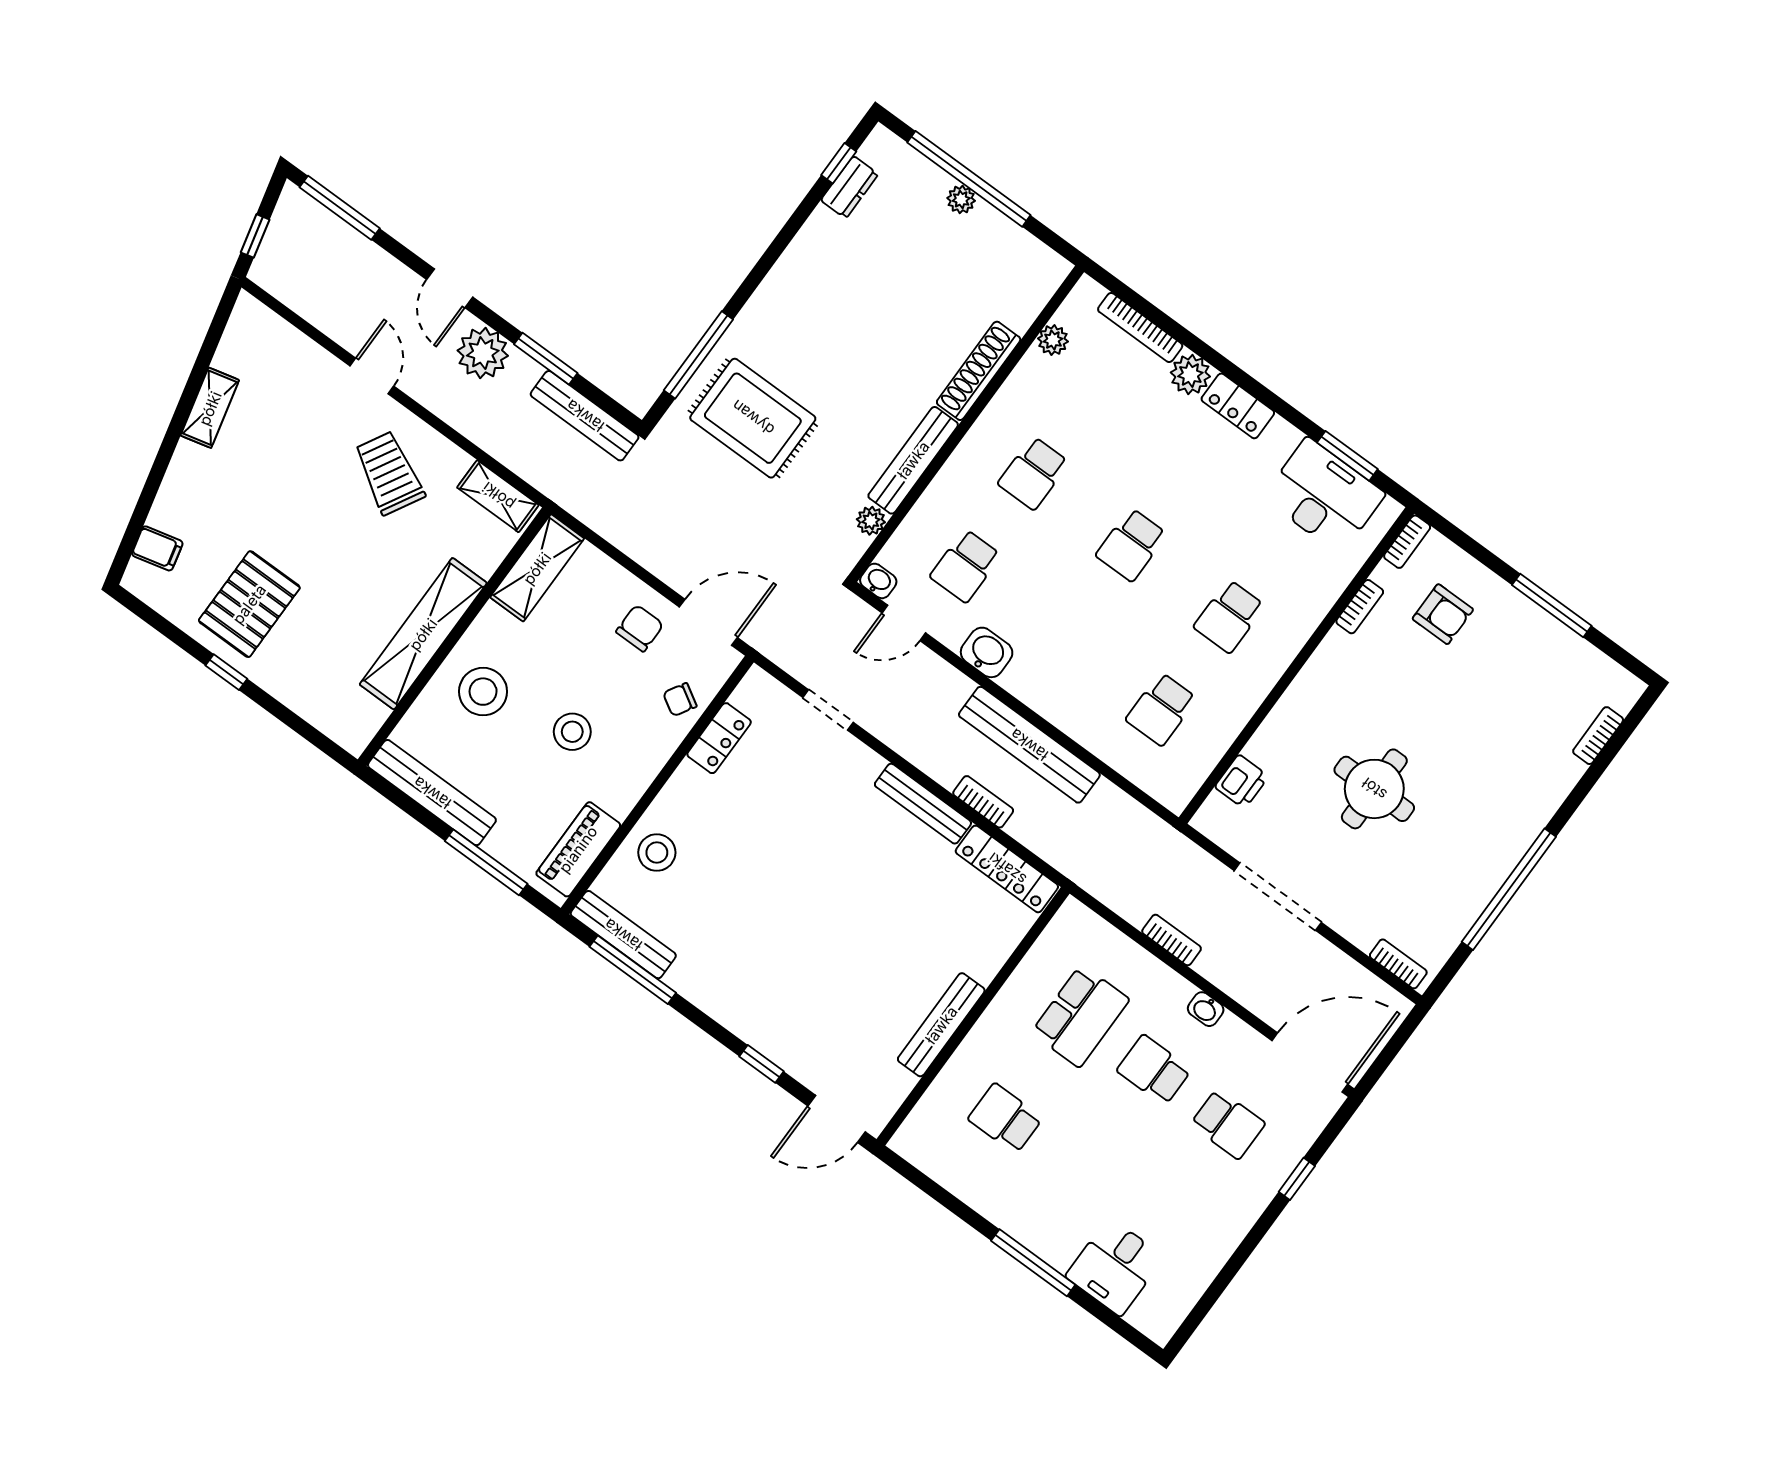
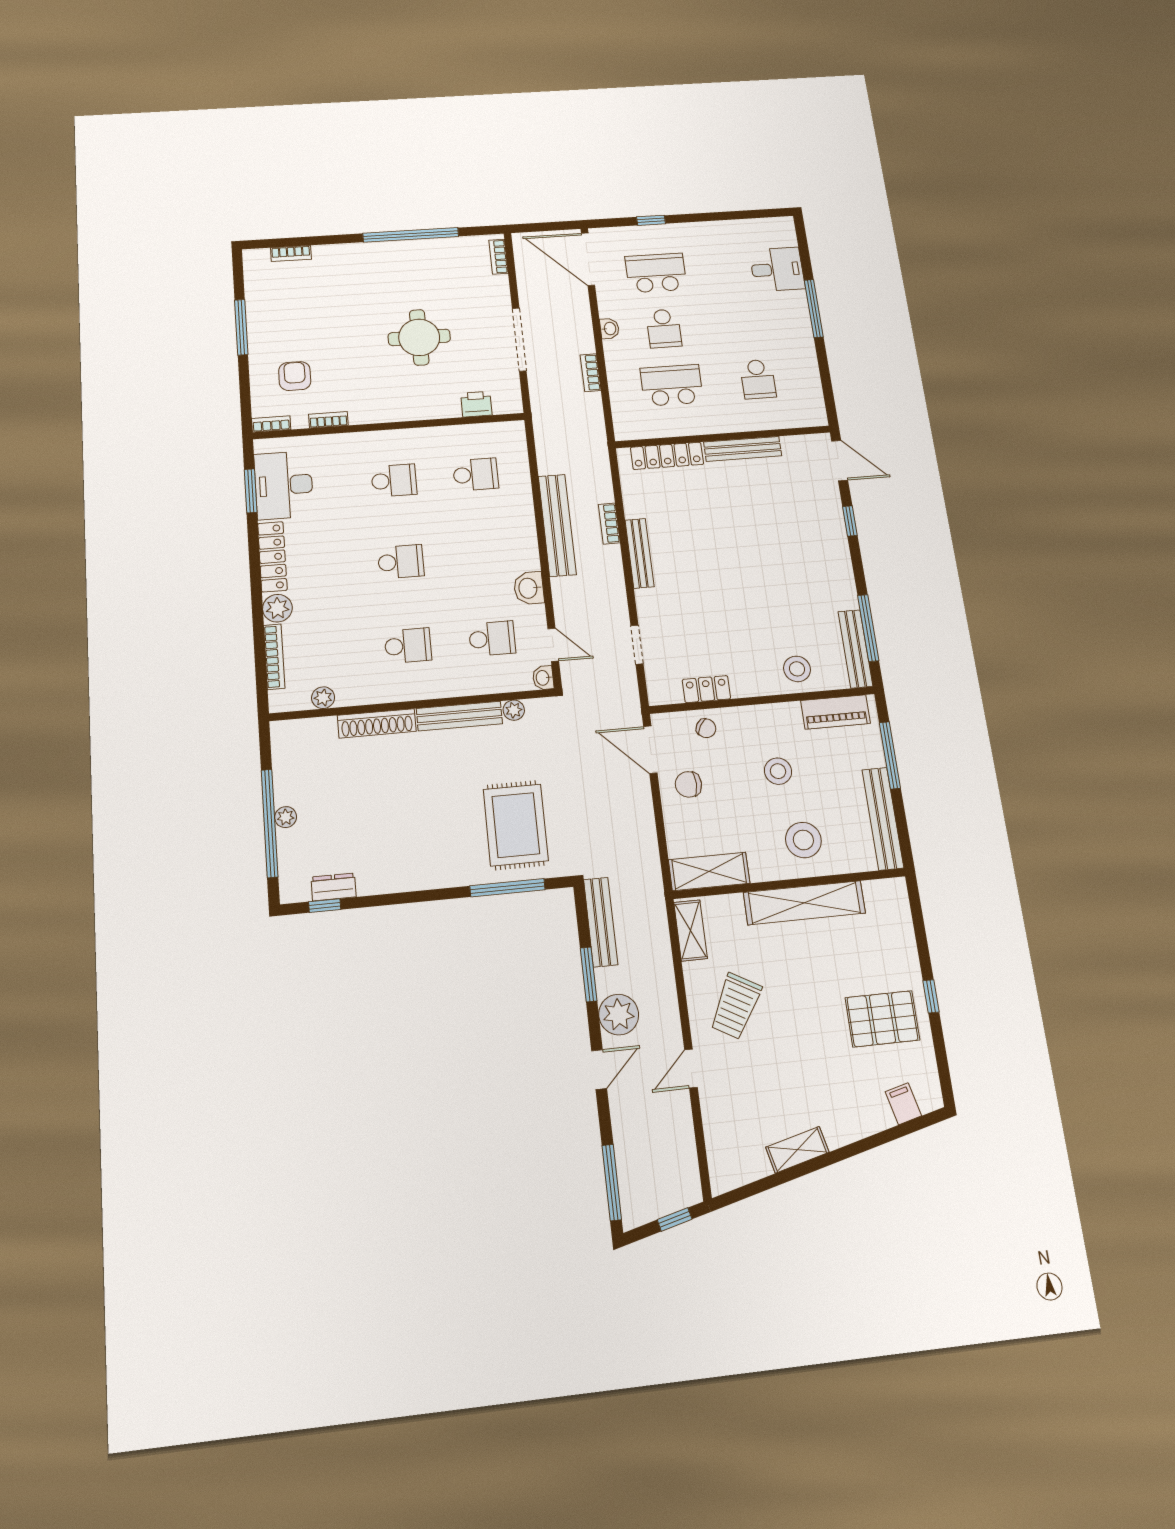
locker: (1238, 406) -> (272, 557), width x1.53
locker: (1007, 869) -> (667, 456), moved, turned 90
school desk: (1228, 1124) -> (656, 273), width x1.85

